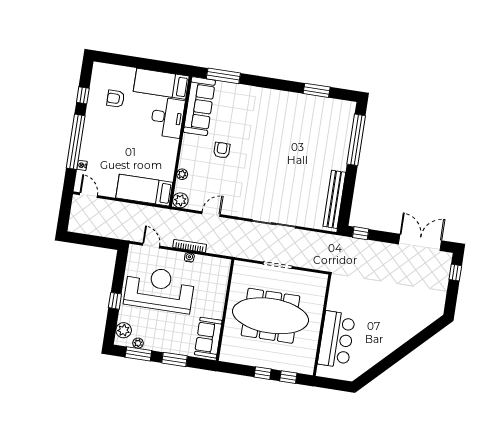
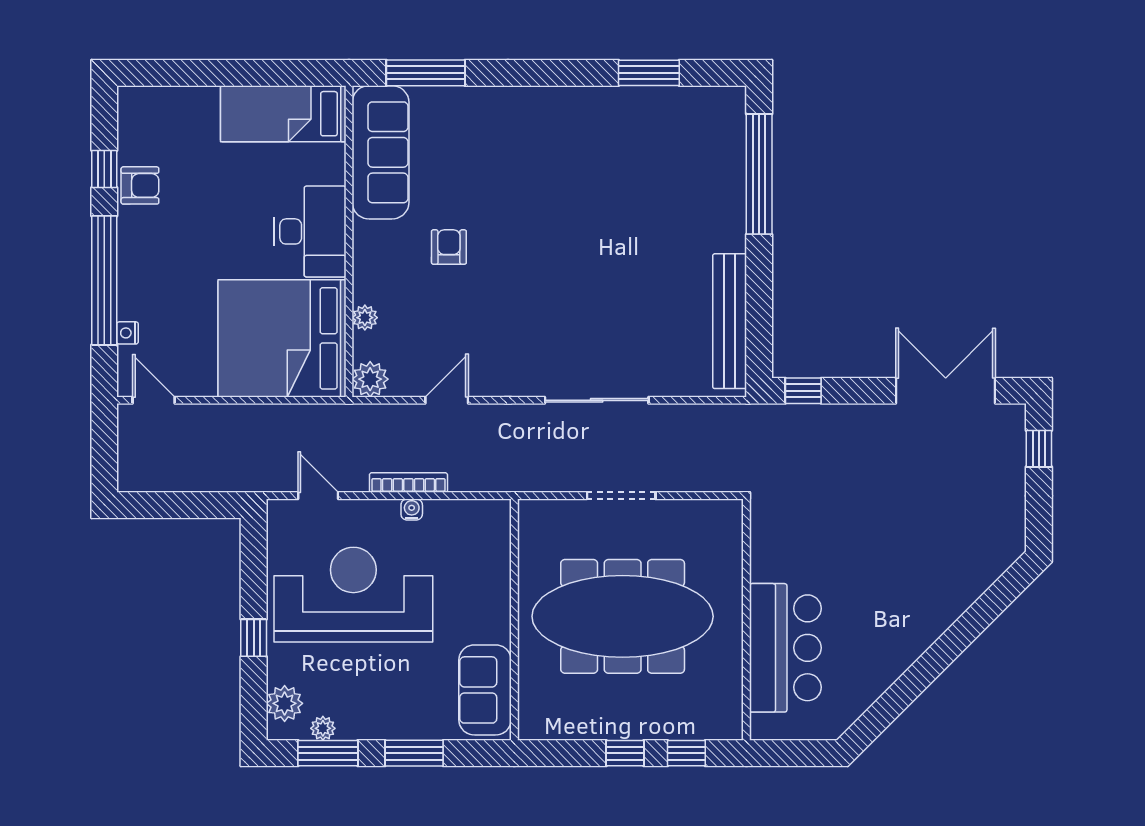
armchair: (116, 99) -> (140, 185), moved, turned 180
desk: (167, 117) -> (310, 231), moved
bed: (144, 190) -> (282, 338), width x2.04

